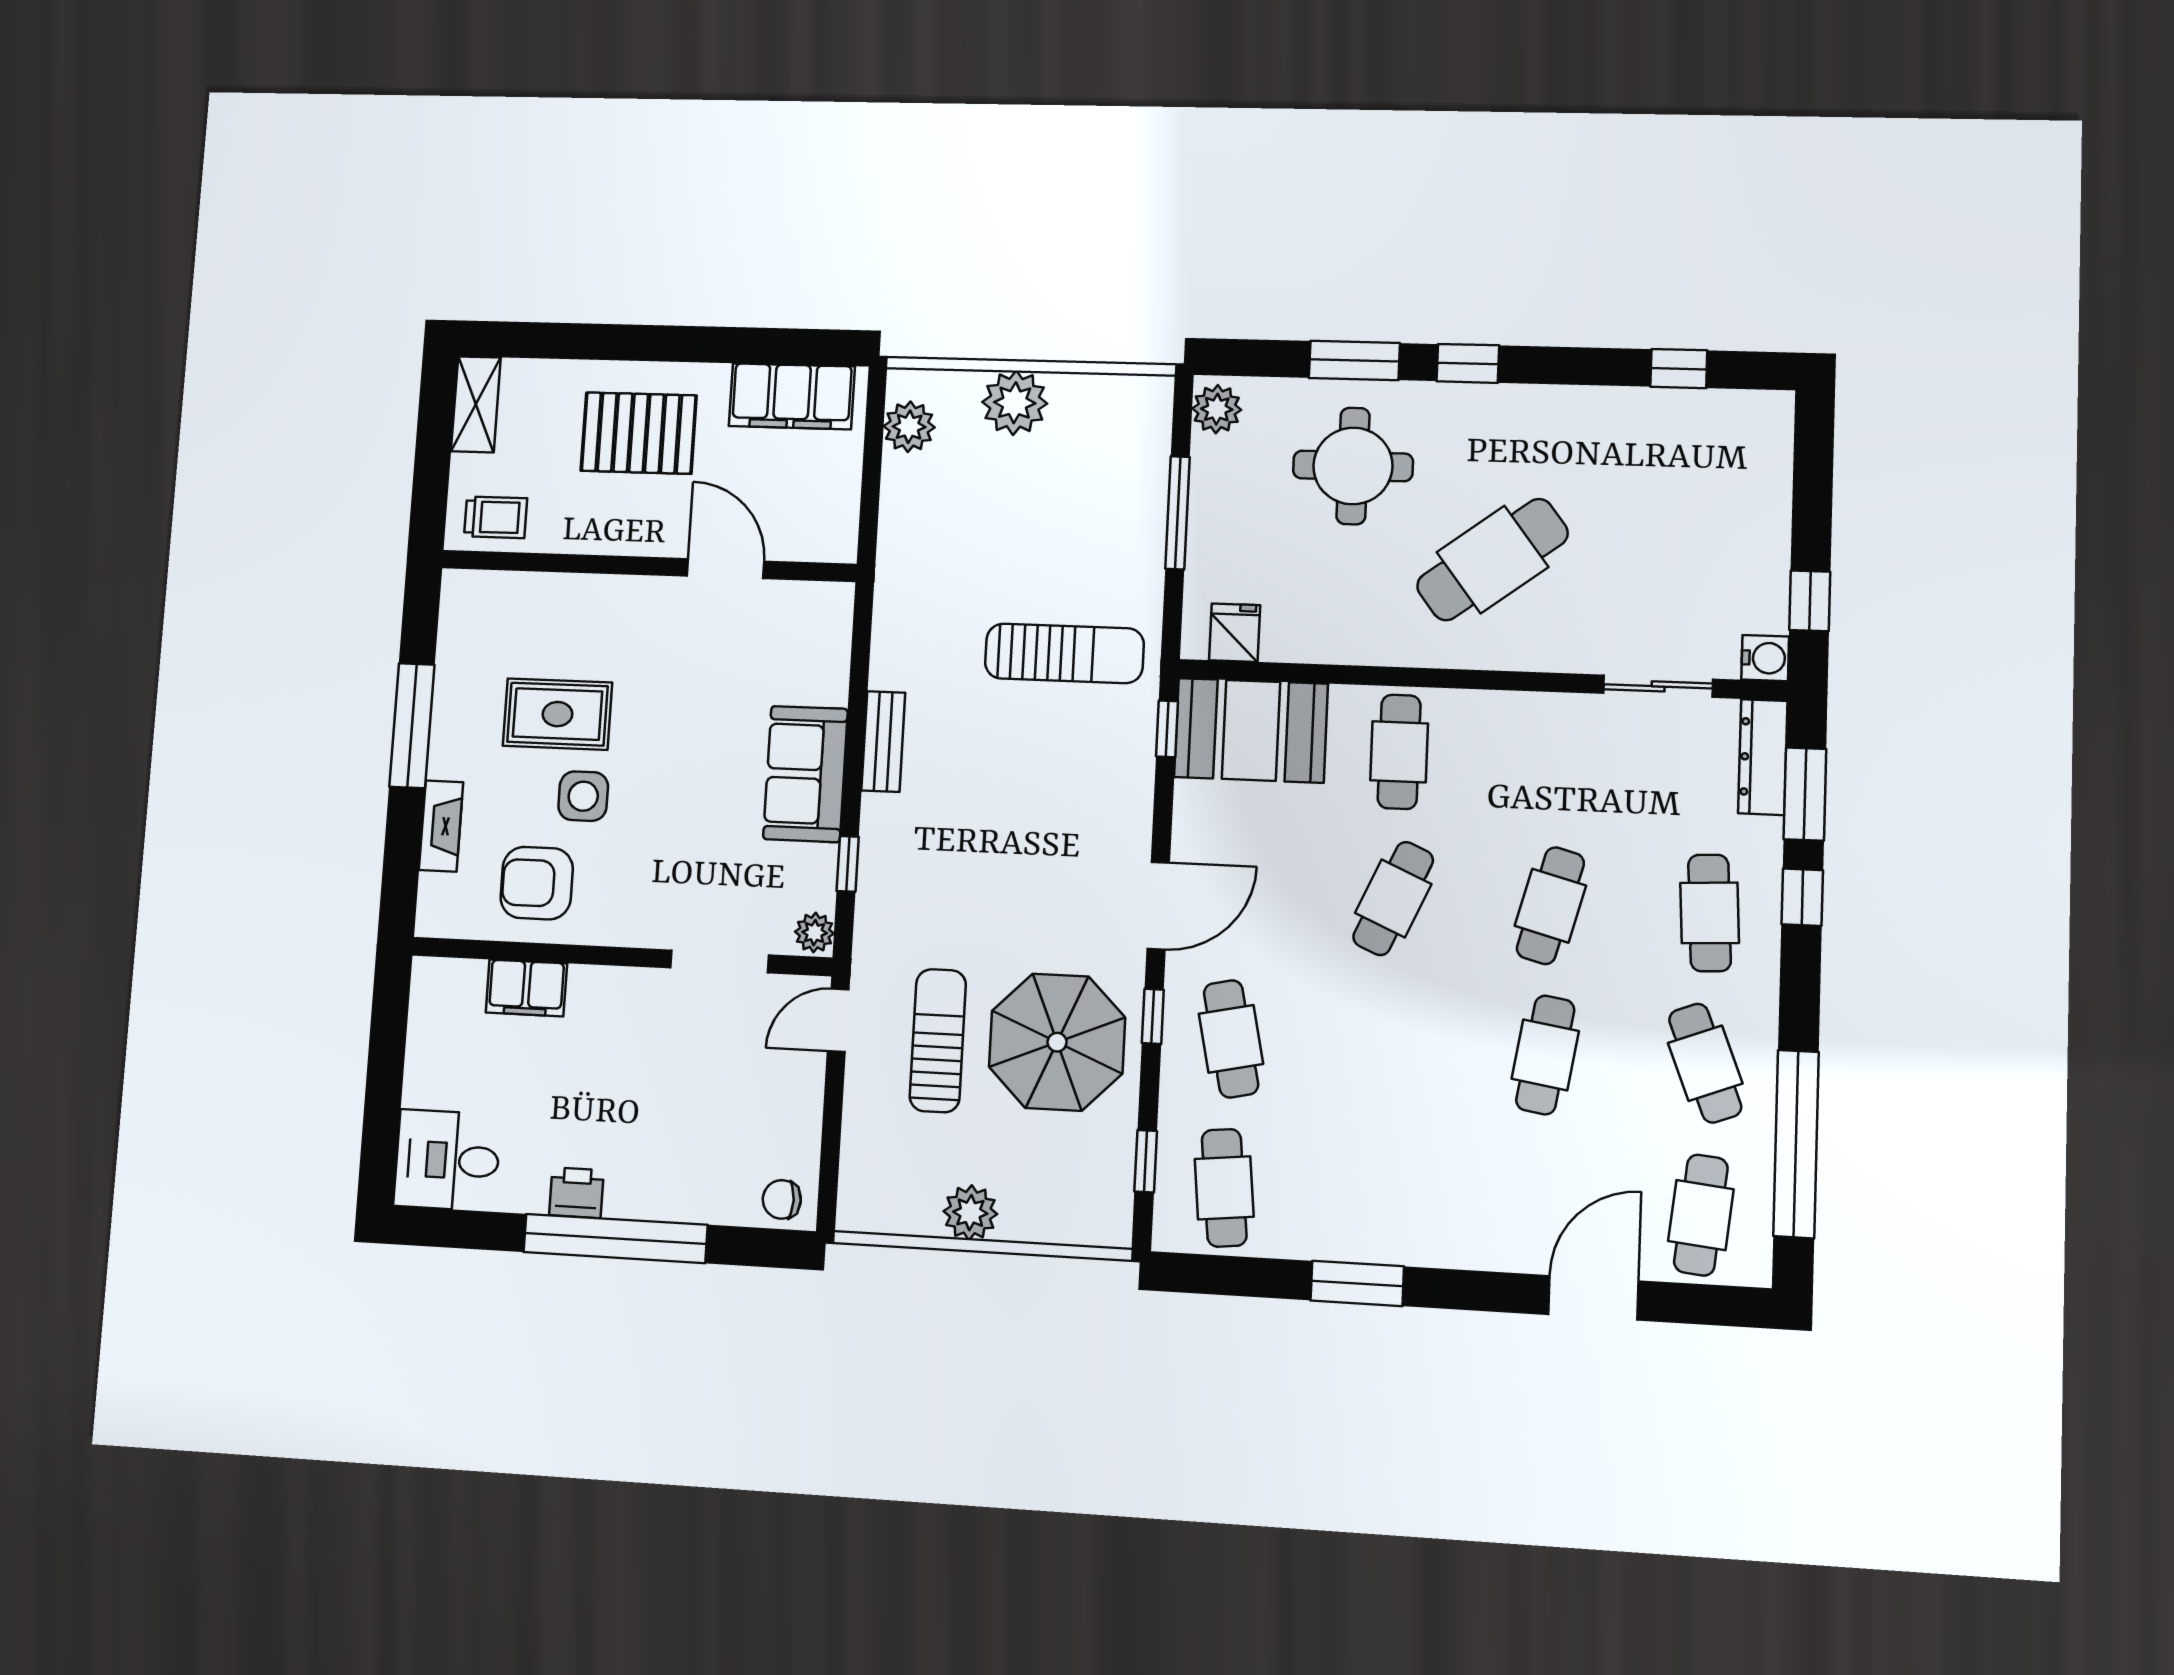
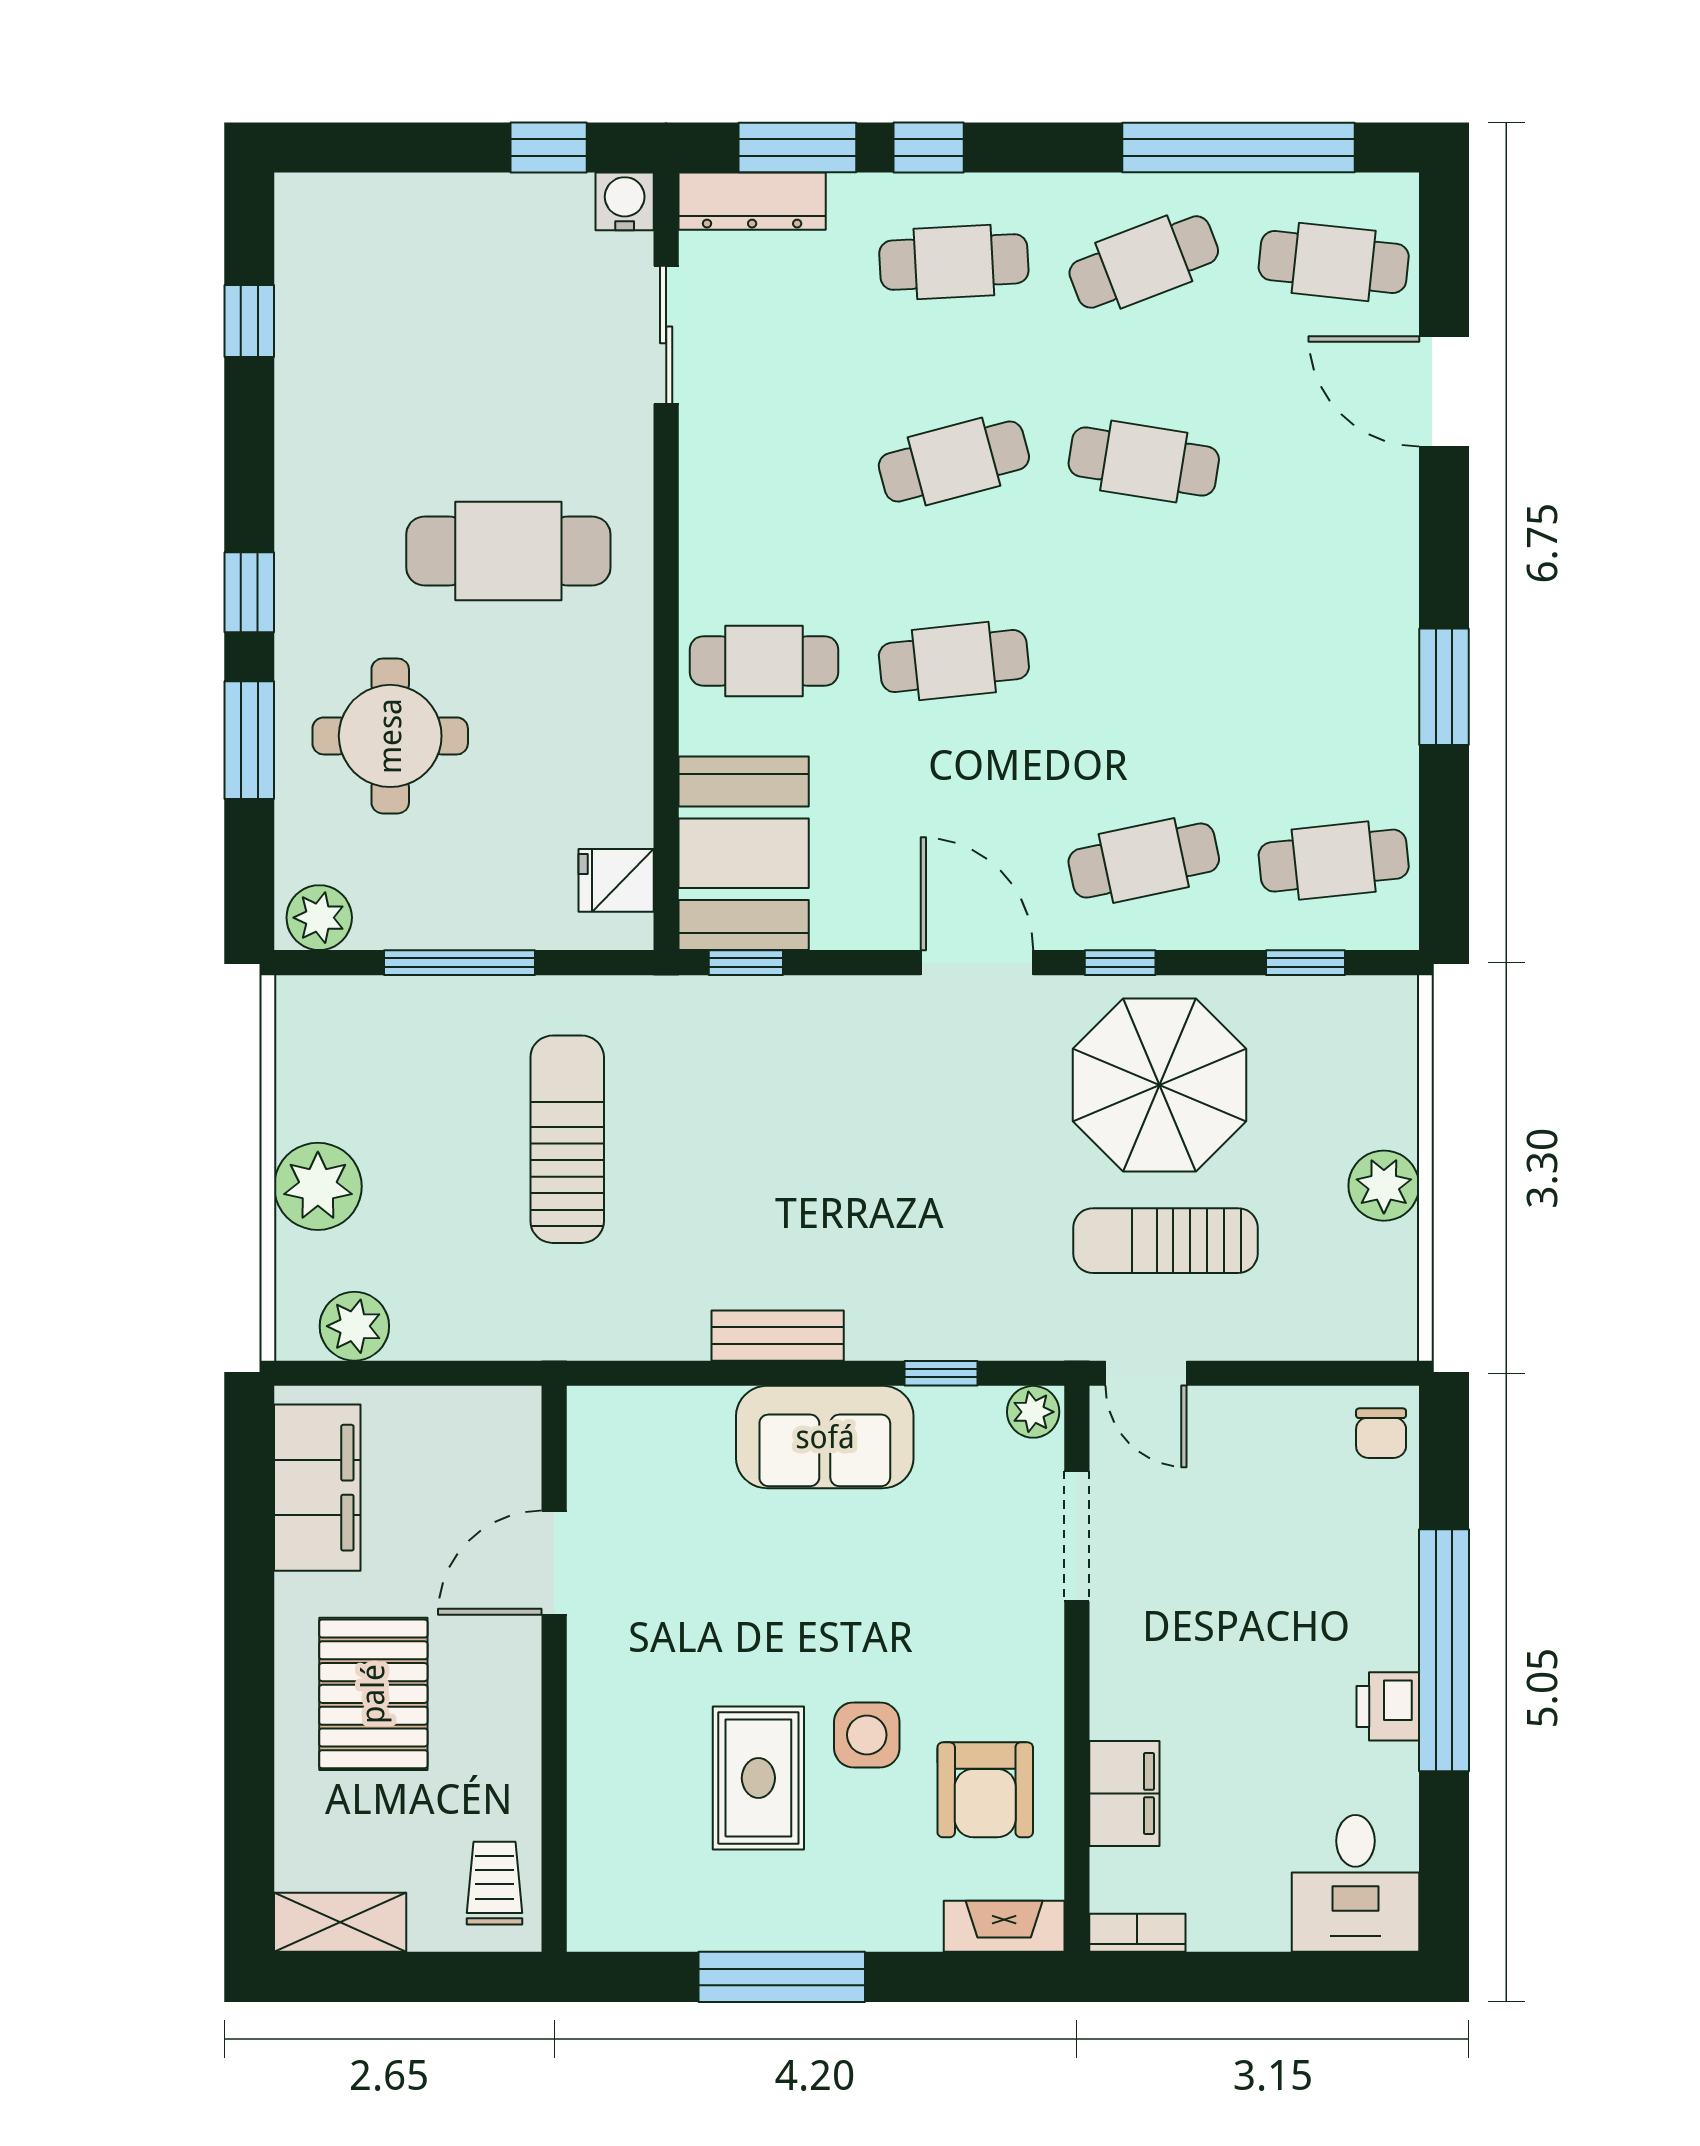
cafe table: (1492, 560) -> (508, 551), turned -53
sun lounger: (1064, 653) -> (567, 1139), moved
fireplace: (441, 826) -> (1004, 1926), moved
cafe table: (1393, 899) -> (954, 661), turned -30
cafe table: (1550, 906) -> (954, 462), turned -30
bookcase: (424, 993) -> (1137, 1933), added

